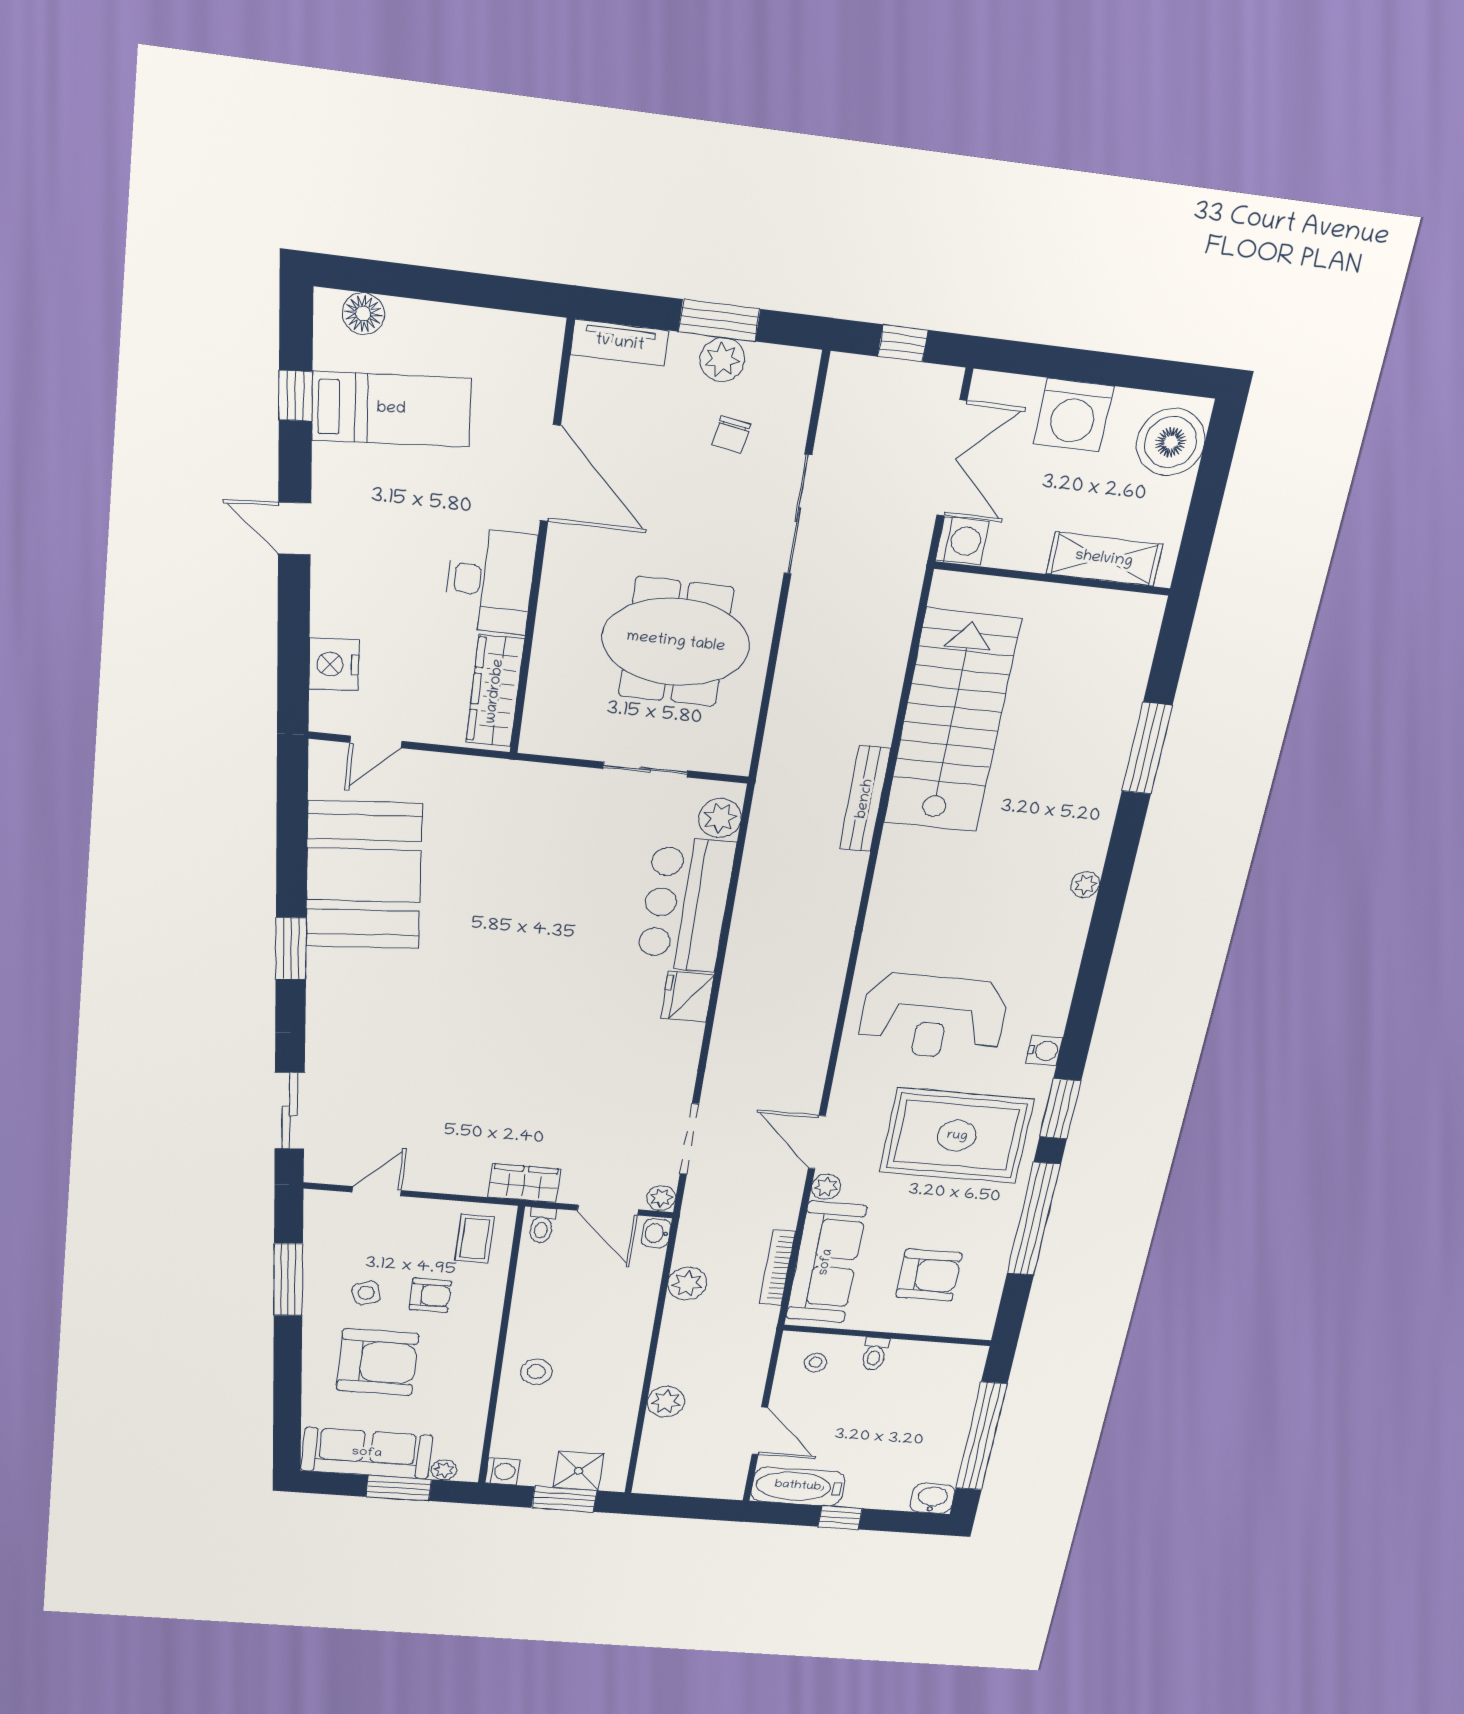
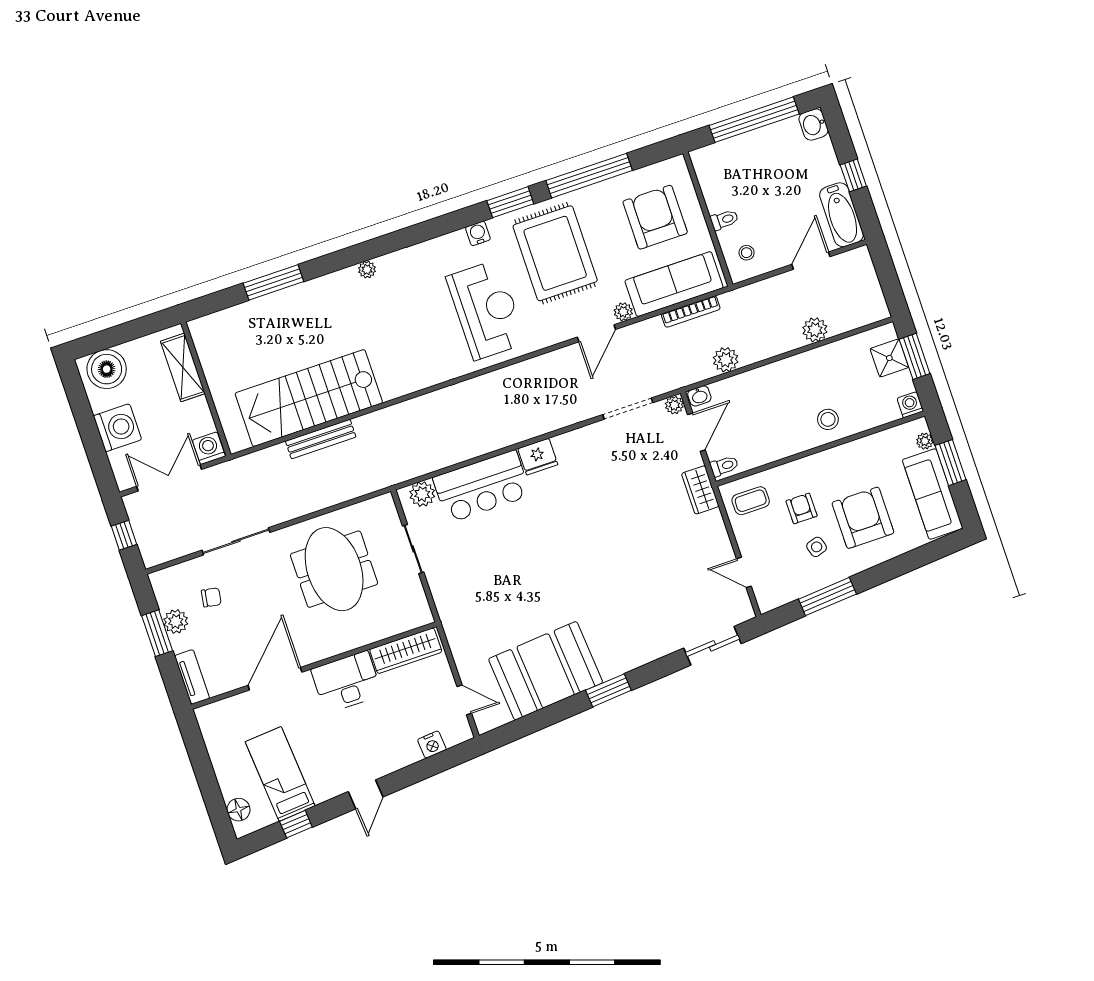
nightstand: (334, 664) -> (432, 745), width x0.74, depth x0.75
bench: (865, 799) -> (321, 439), moved
armchair: (929, 1275) -> (655, 217), width x1.36, depth x1.36

